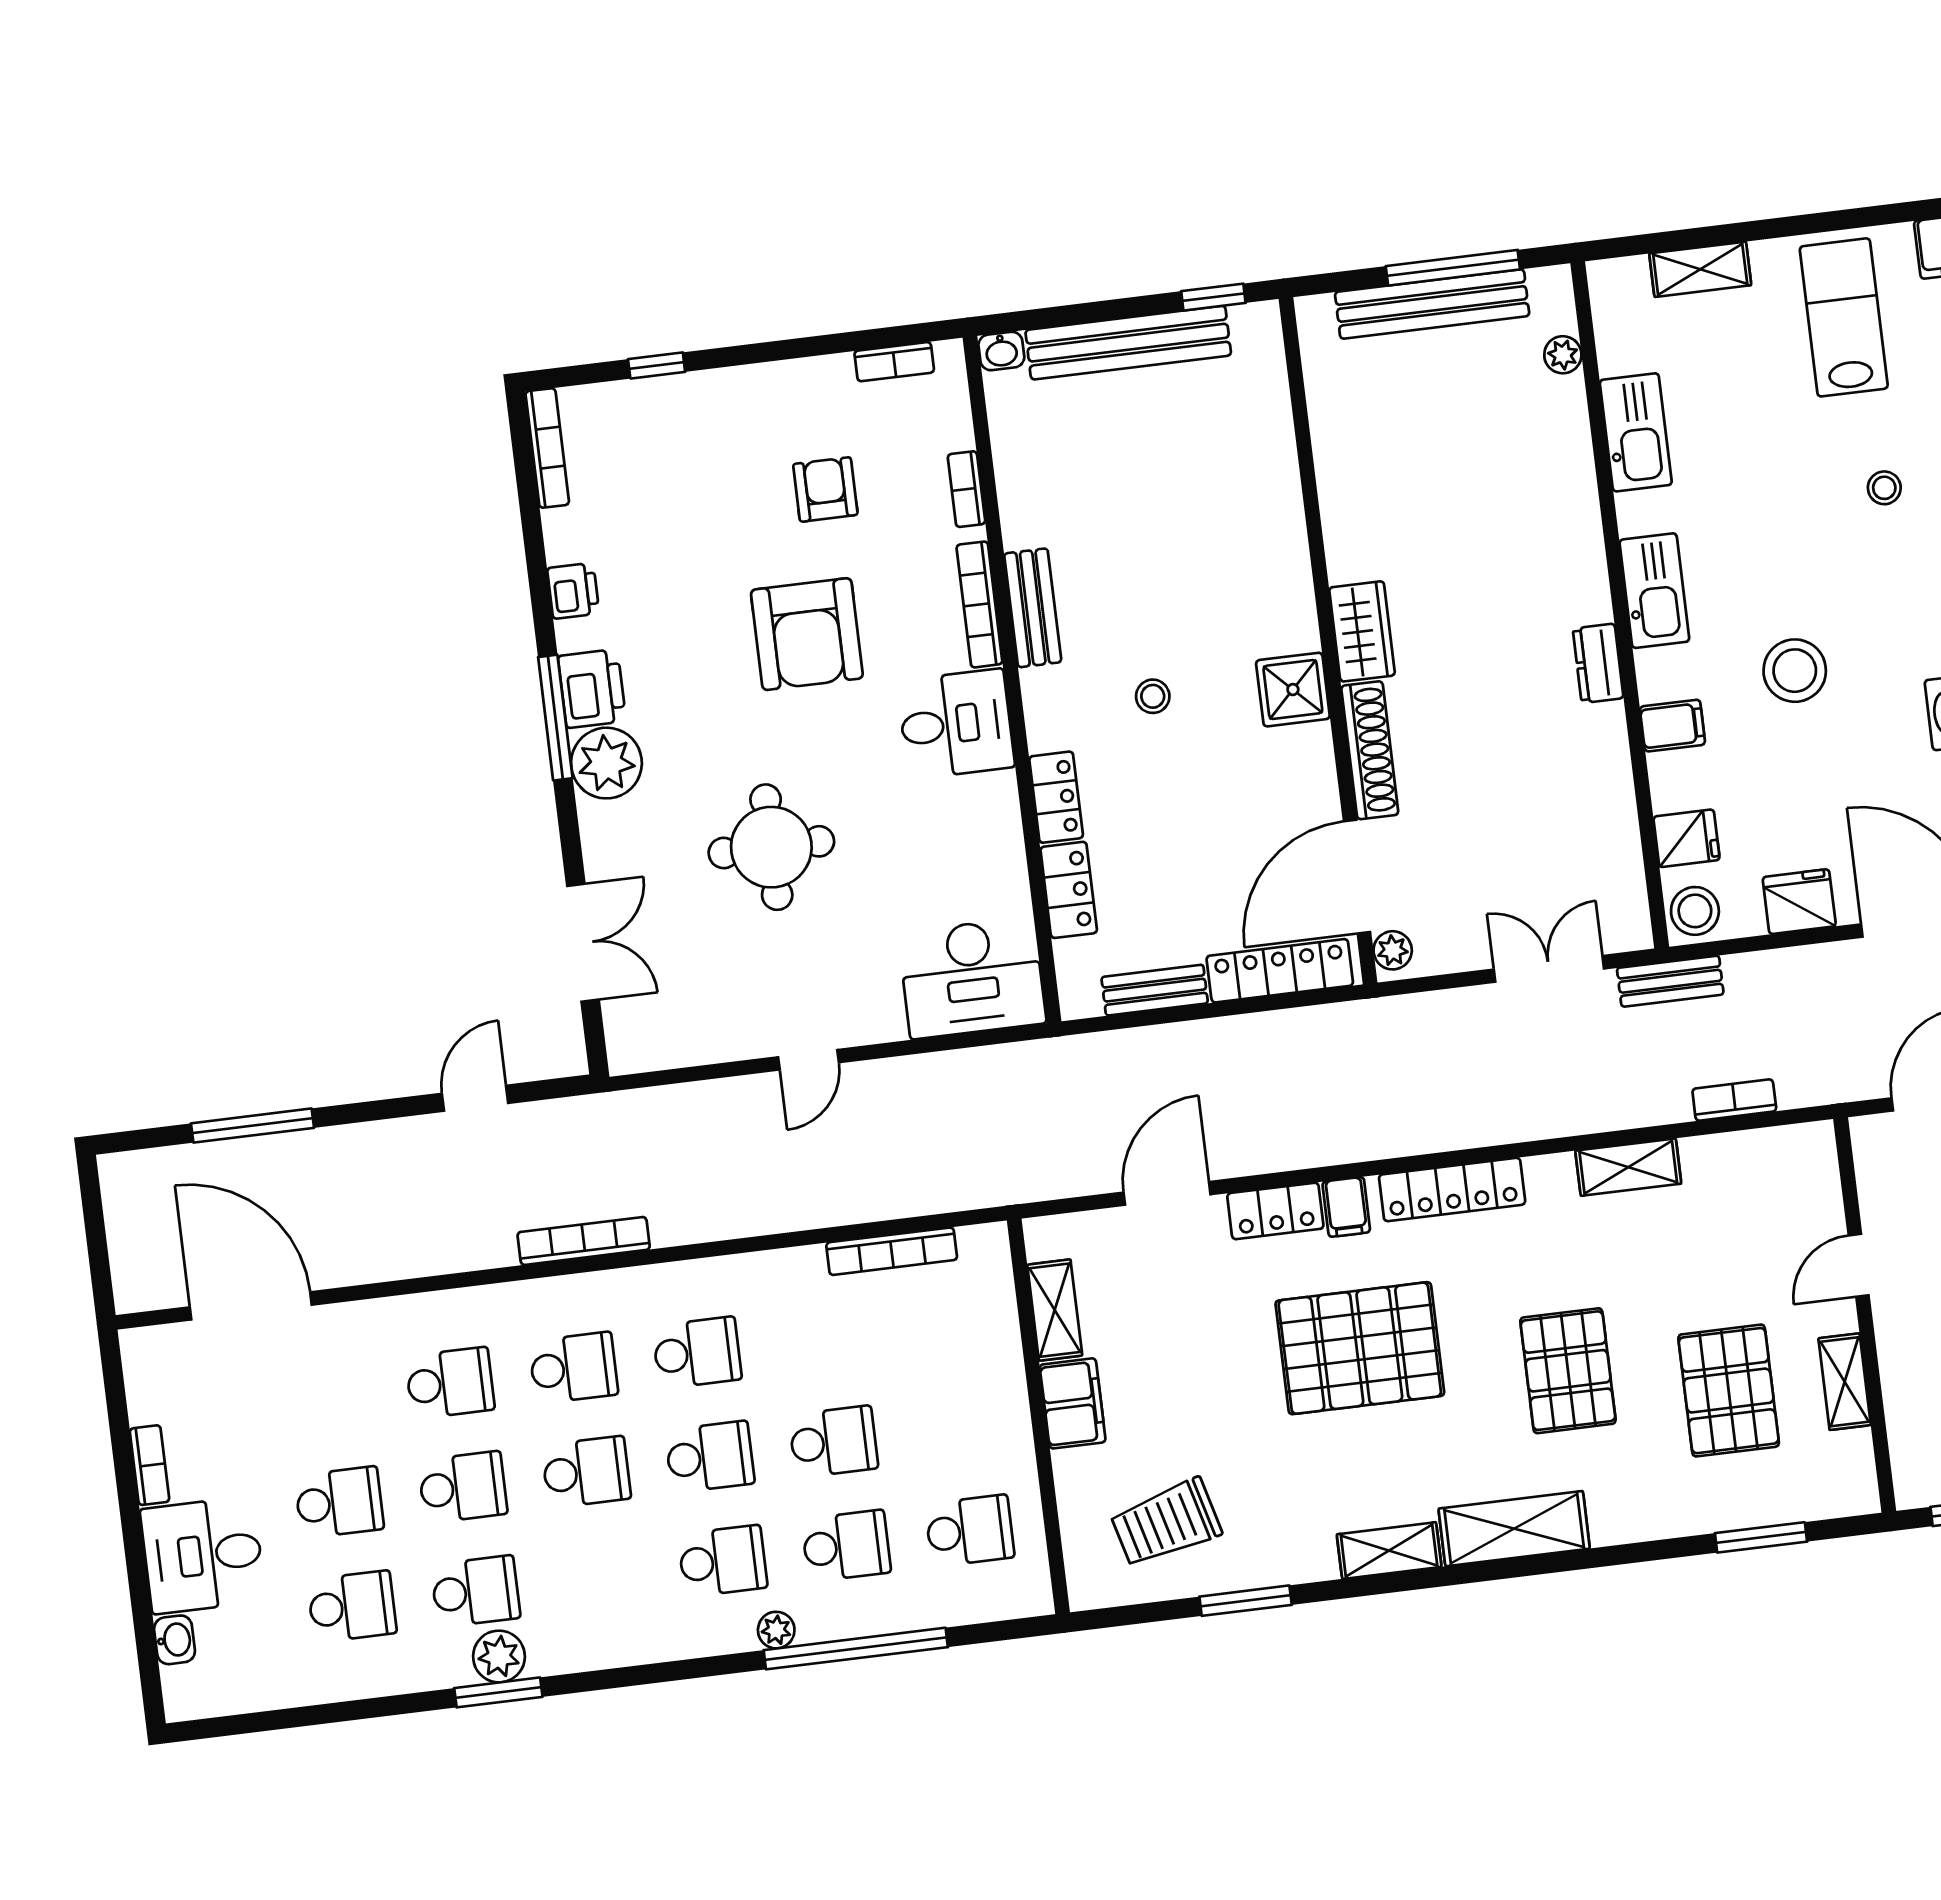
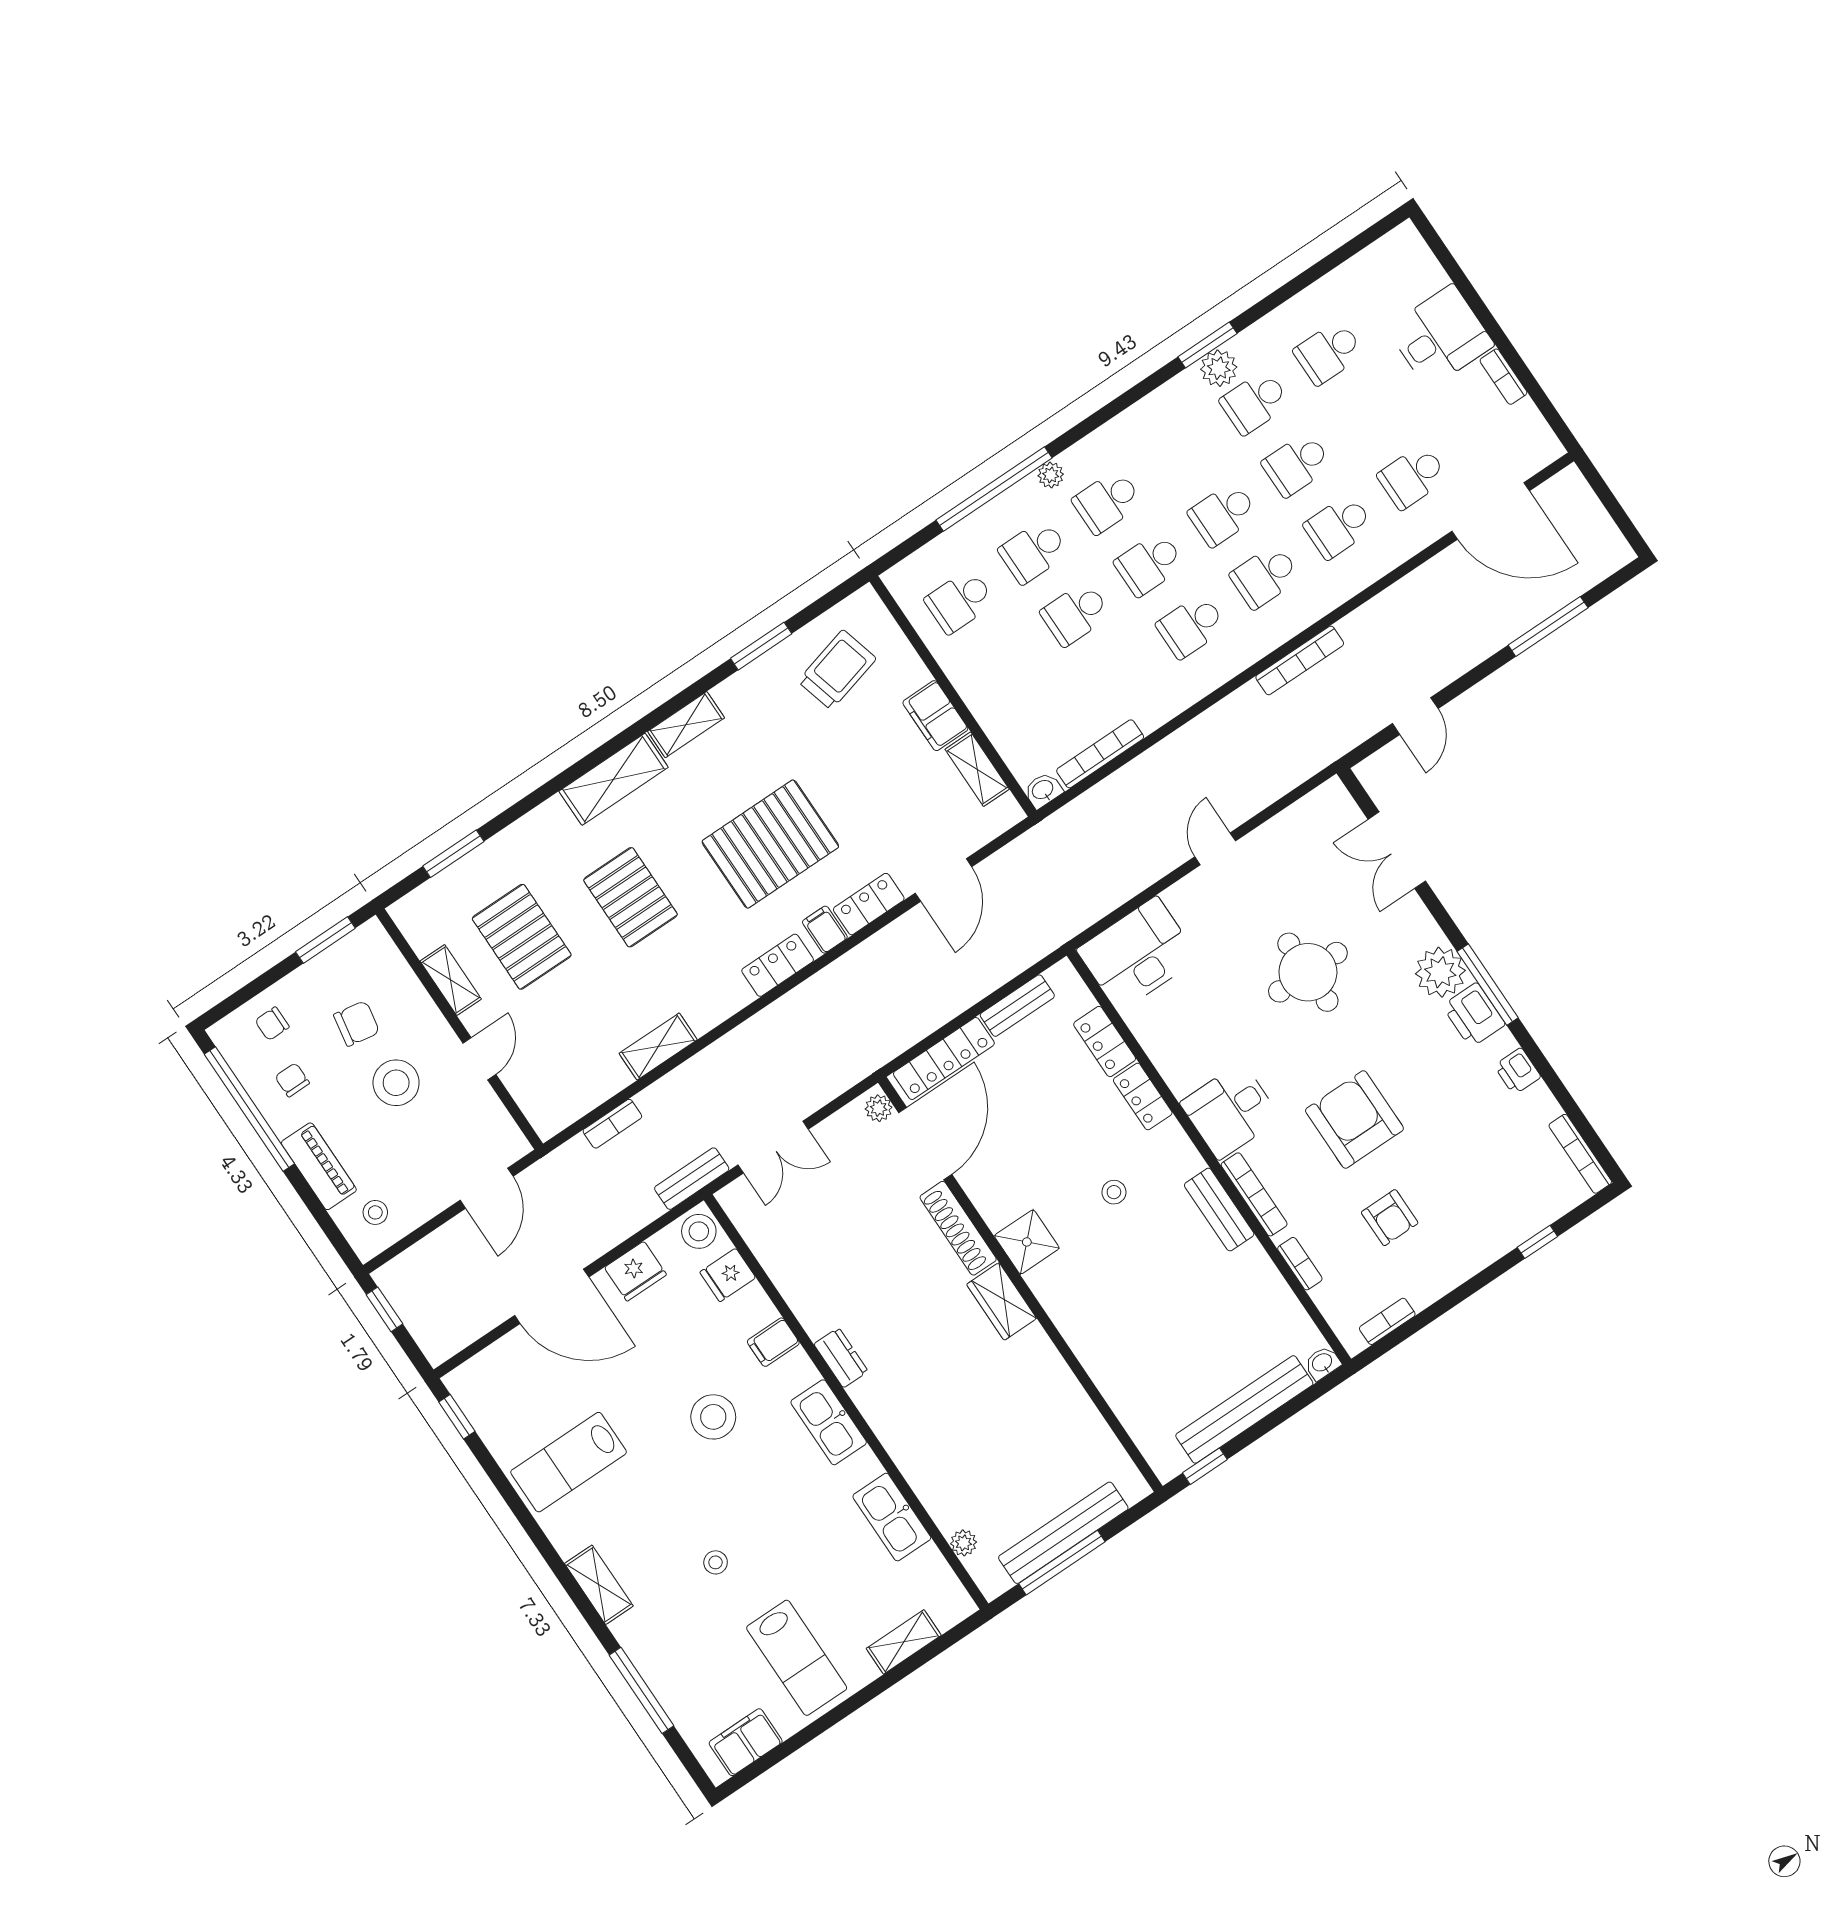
locker: (1452, 1190) -> (778, 965), width x0.66
school desk: (339, 1502) -> (1413, 477), moved
washbasin: (175, 1640) -> (1043, 790), moved, turned 90

